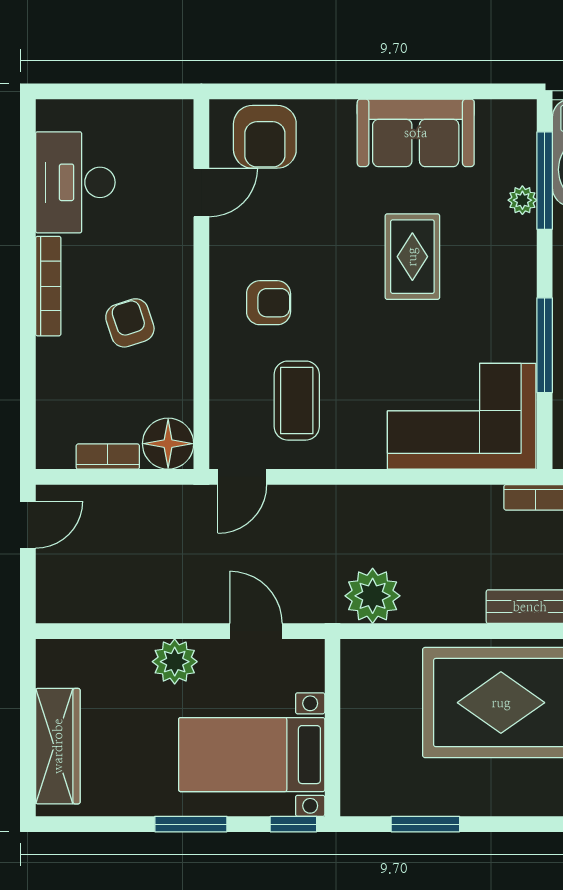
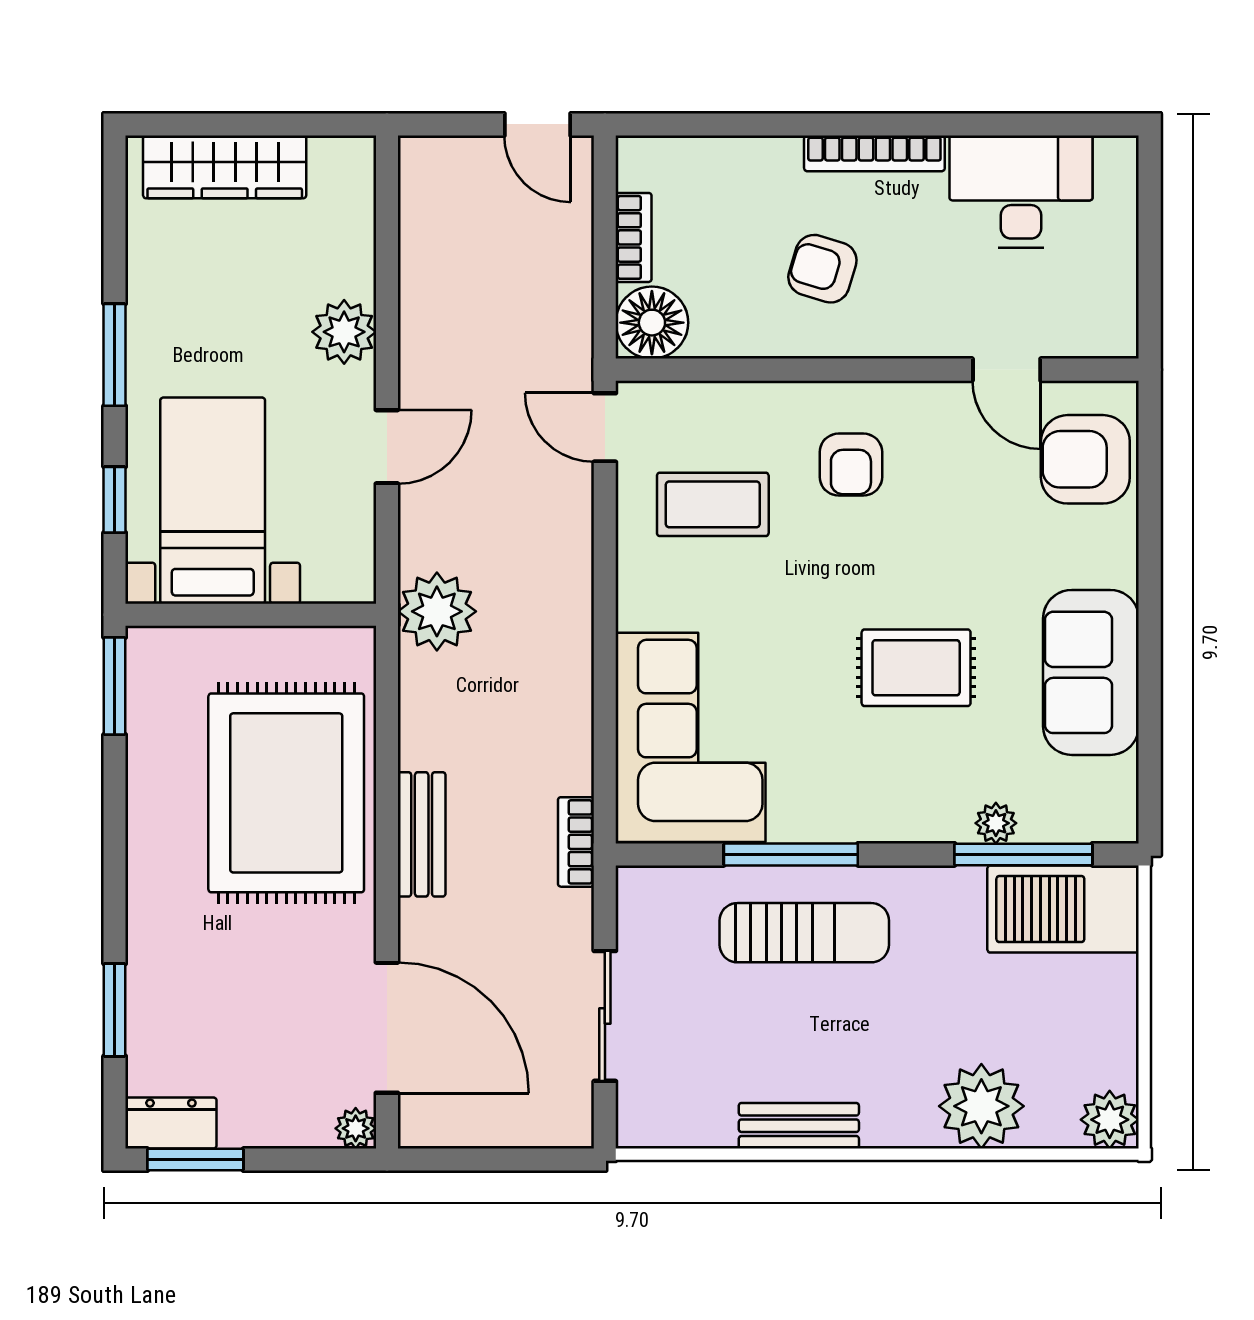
armchair: (130, 323) -> (822, 269), turned -145
wall: (332, 728) -> (251, 615), moved
bed with nightstands: (252, 755) -> (213, 501), moved

